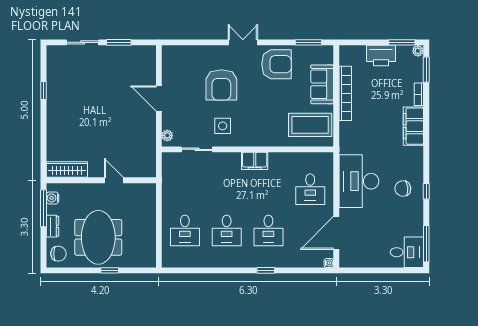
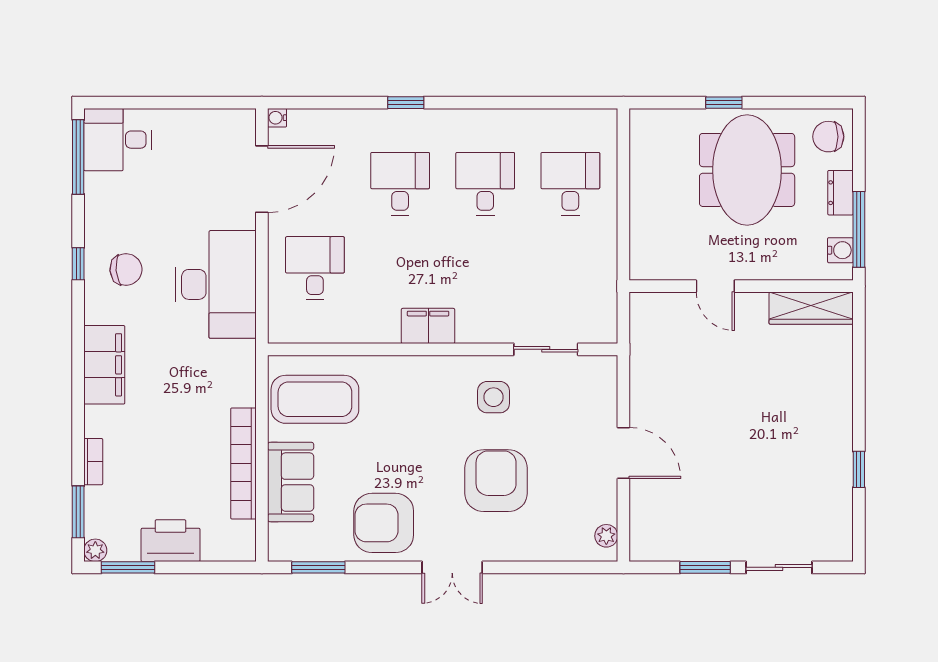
filing cabinet: (413, 126) -> (104, 365), moved
plant: (167, 135) -> (606, 536), moved

